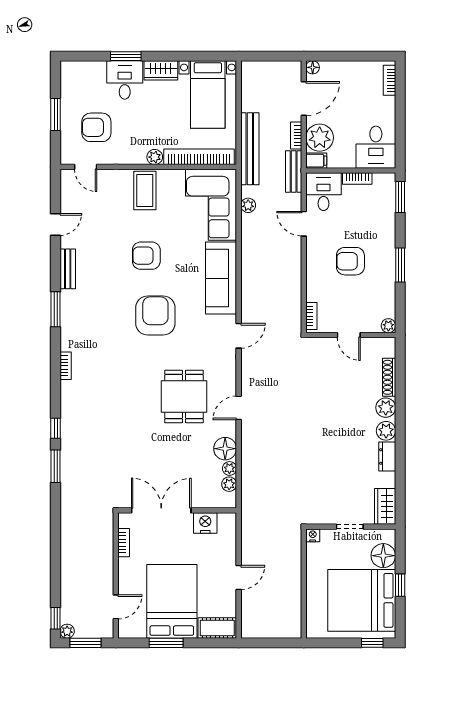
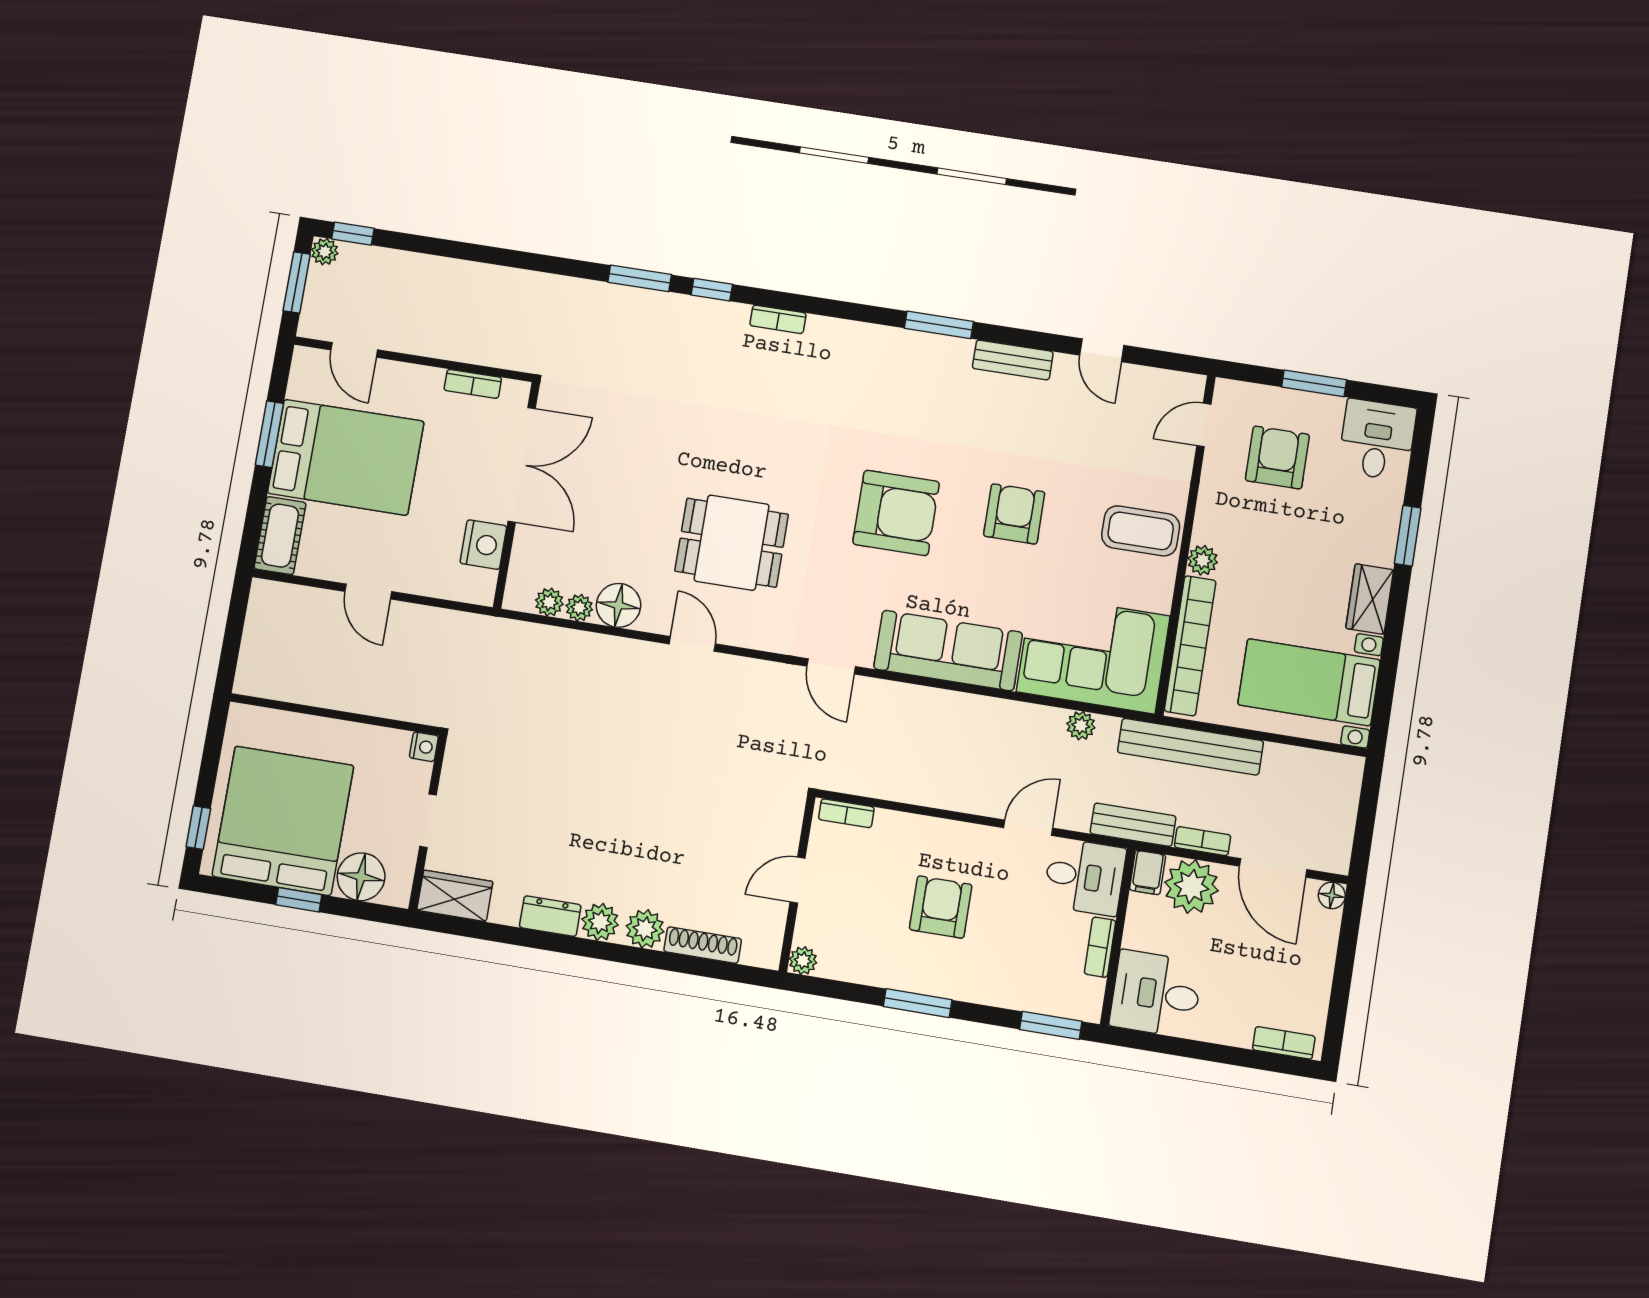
desk: (125, 80) -> (1377, 440), moved, turned -90
bookcase: (66, 366) -> (778, 319), moved

